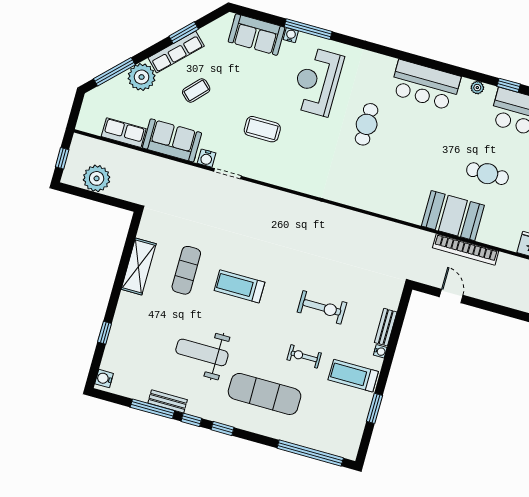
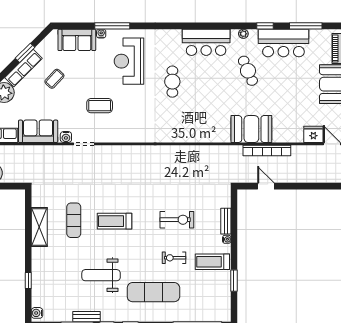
coffee table: (196, 91) -> (54, 79), moved
cafe table: (487, 174) -> (248, 71), moved, turned 67

